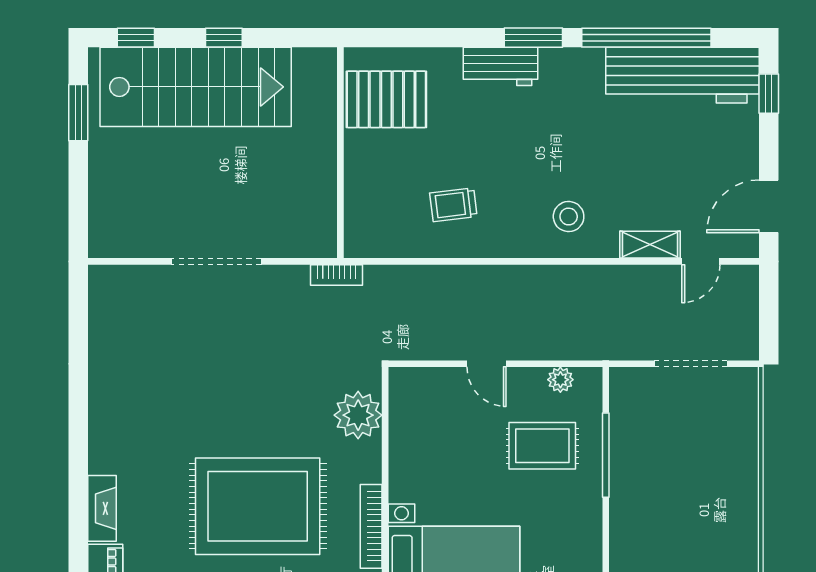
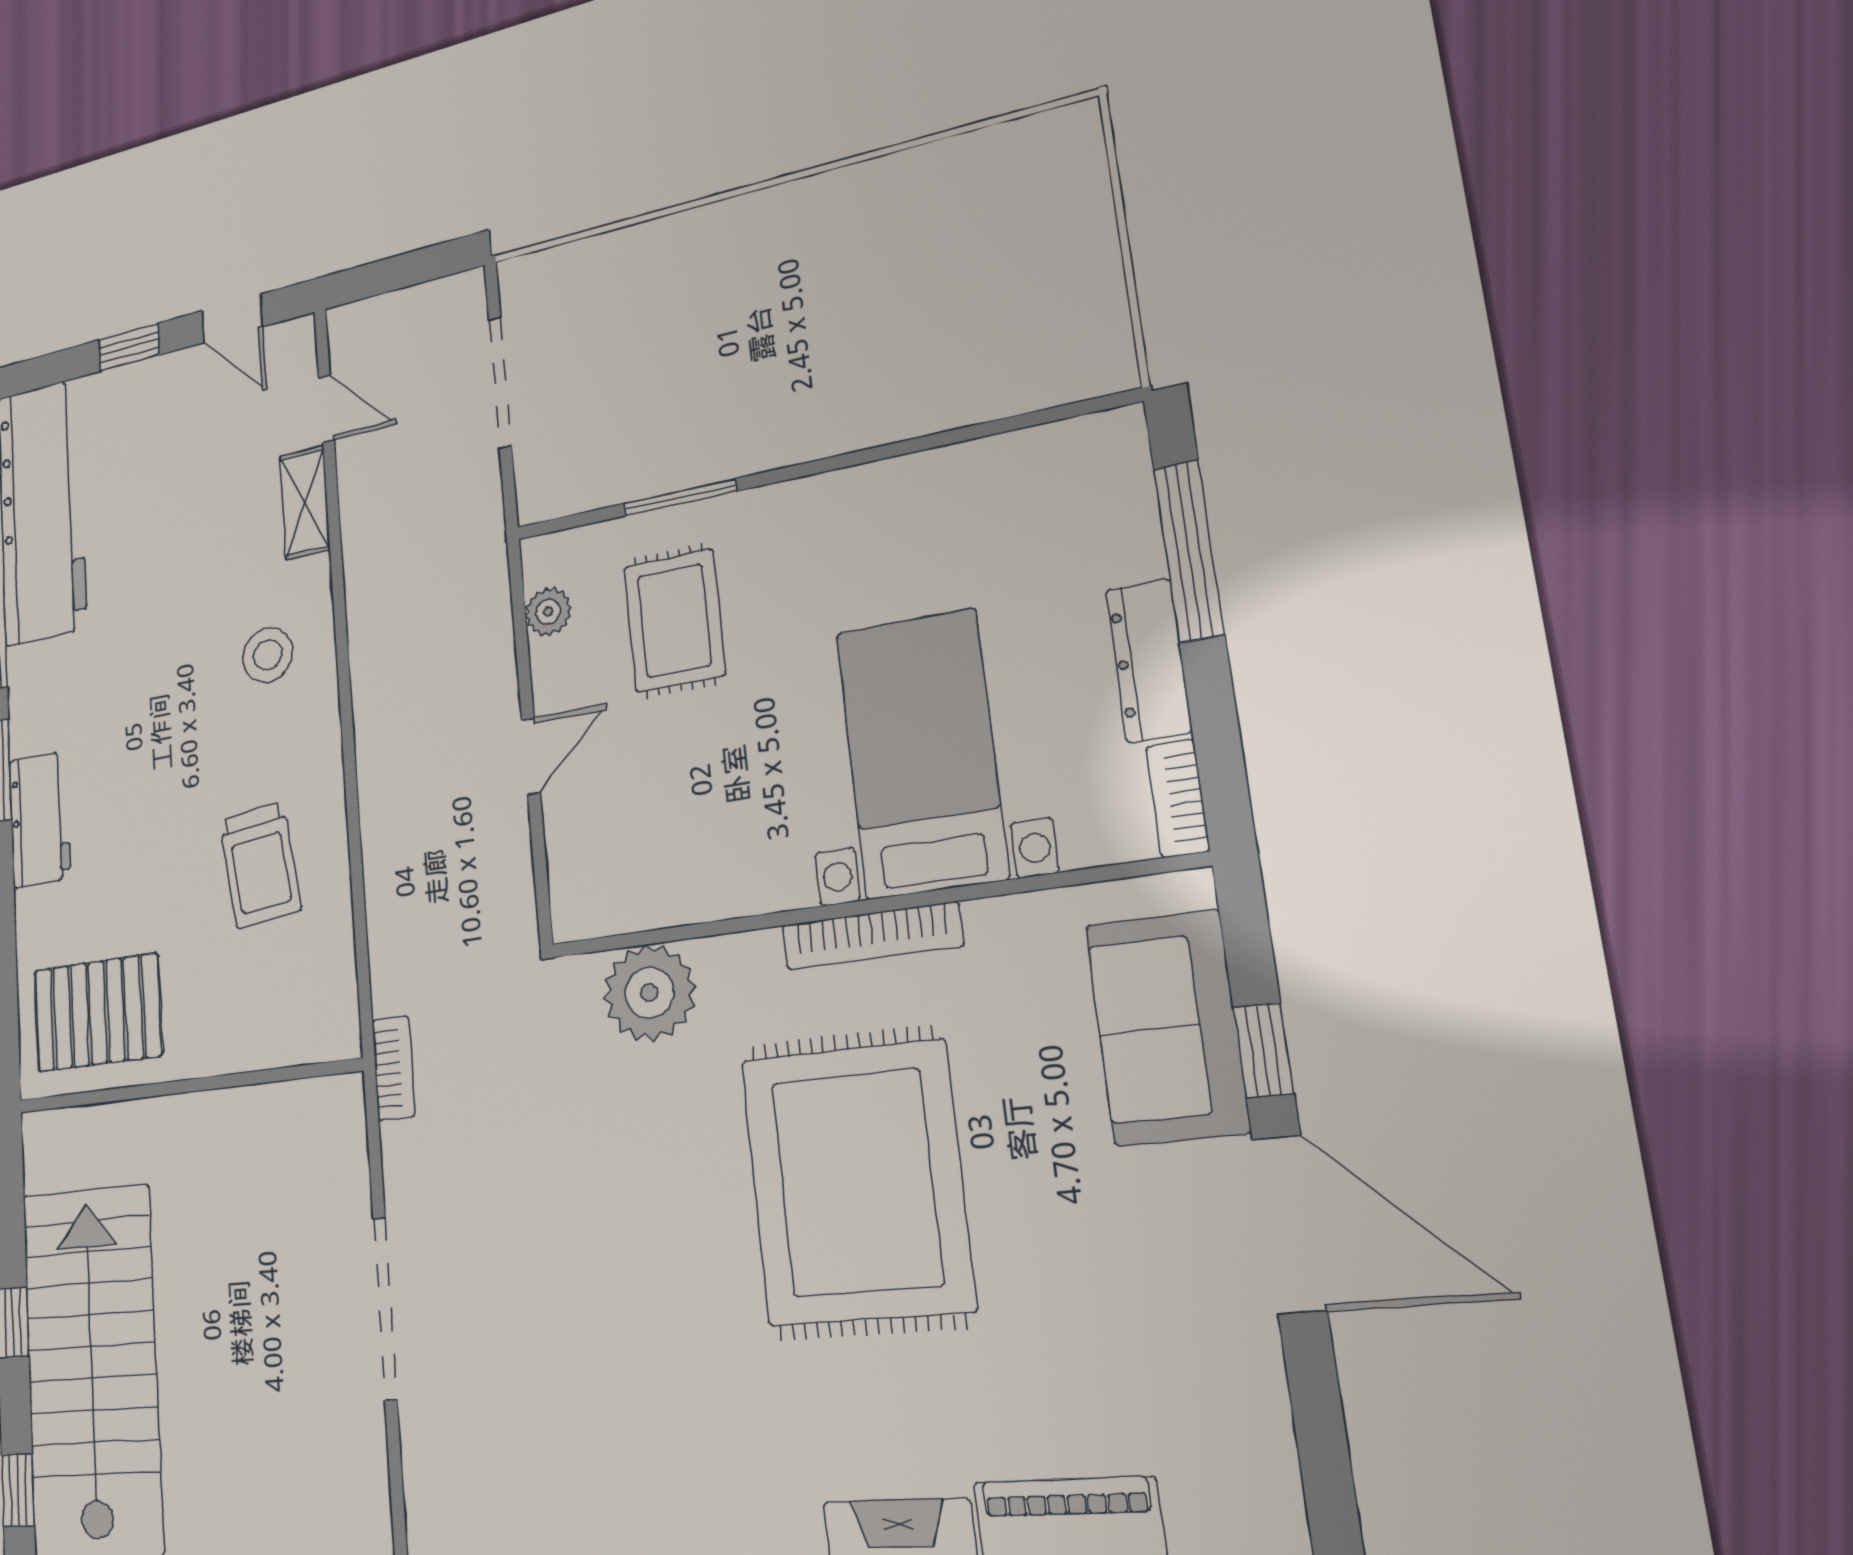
window: (769, 94) -> (129, 347), moved
pallet: (386, 99) -> (98, 1013), turned 90
trolley: (453, 205) -> (260, 865), width x1.36, depth x1.39
door: (769, 206) -> (232, 319), width x0.73
window: (606, 455) -> (680, 497), width x0.69

